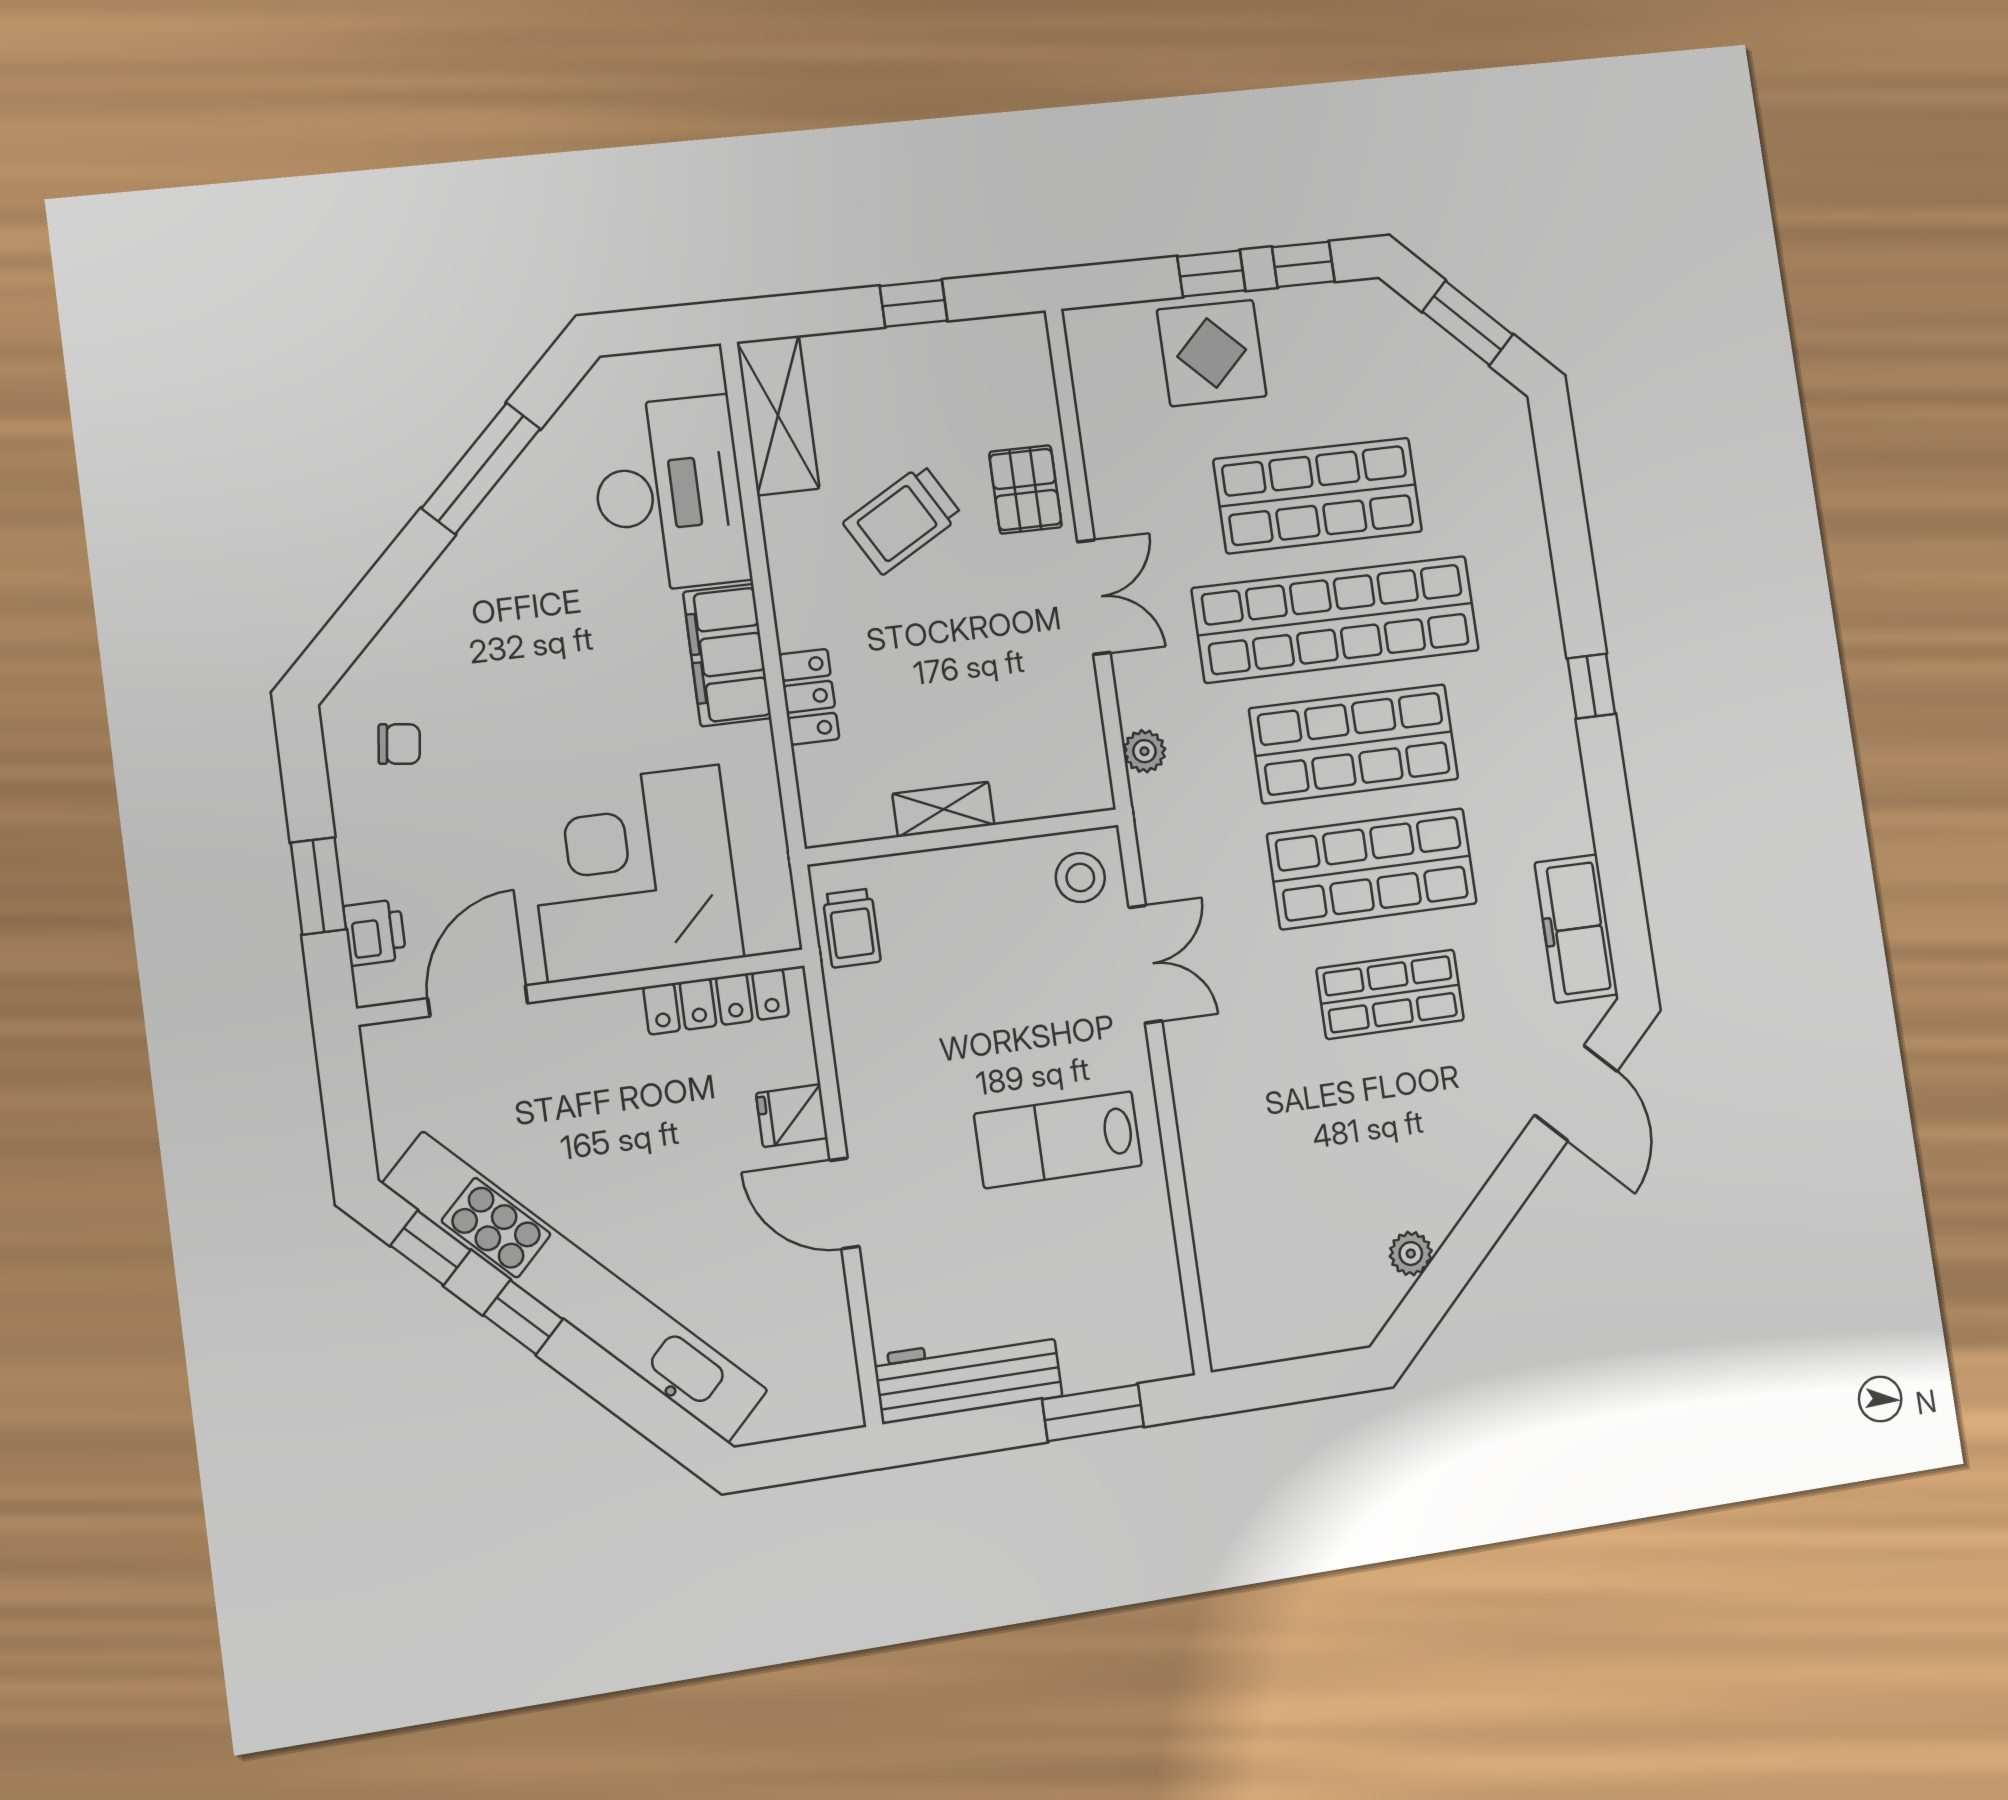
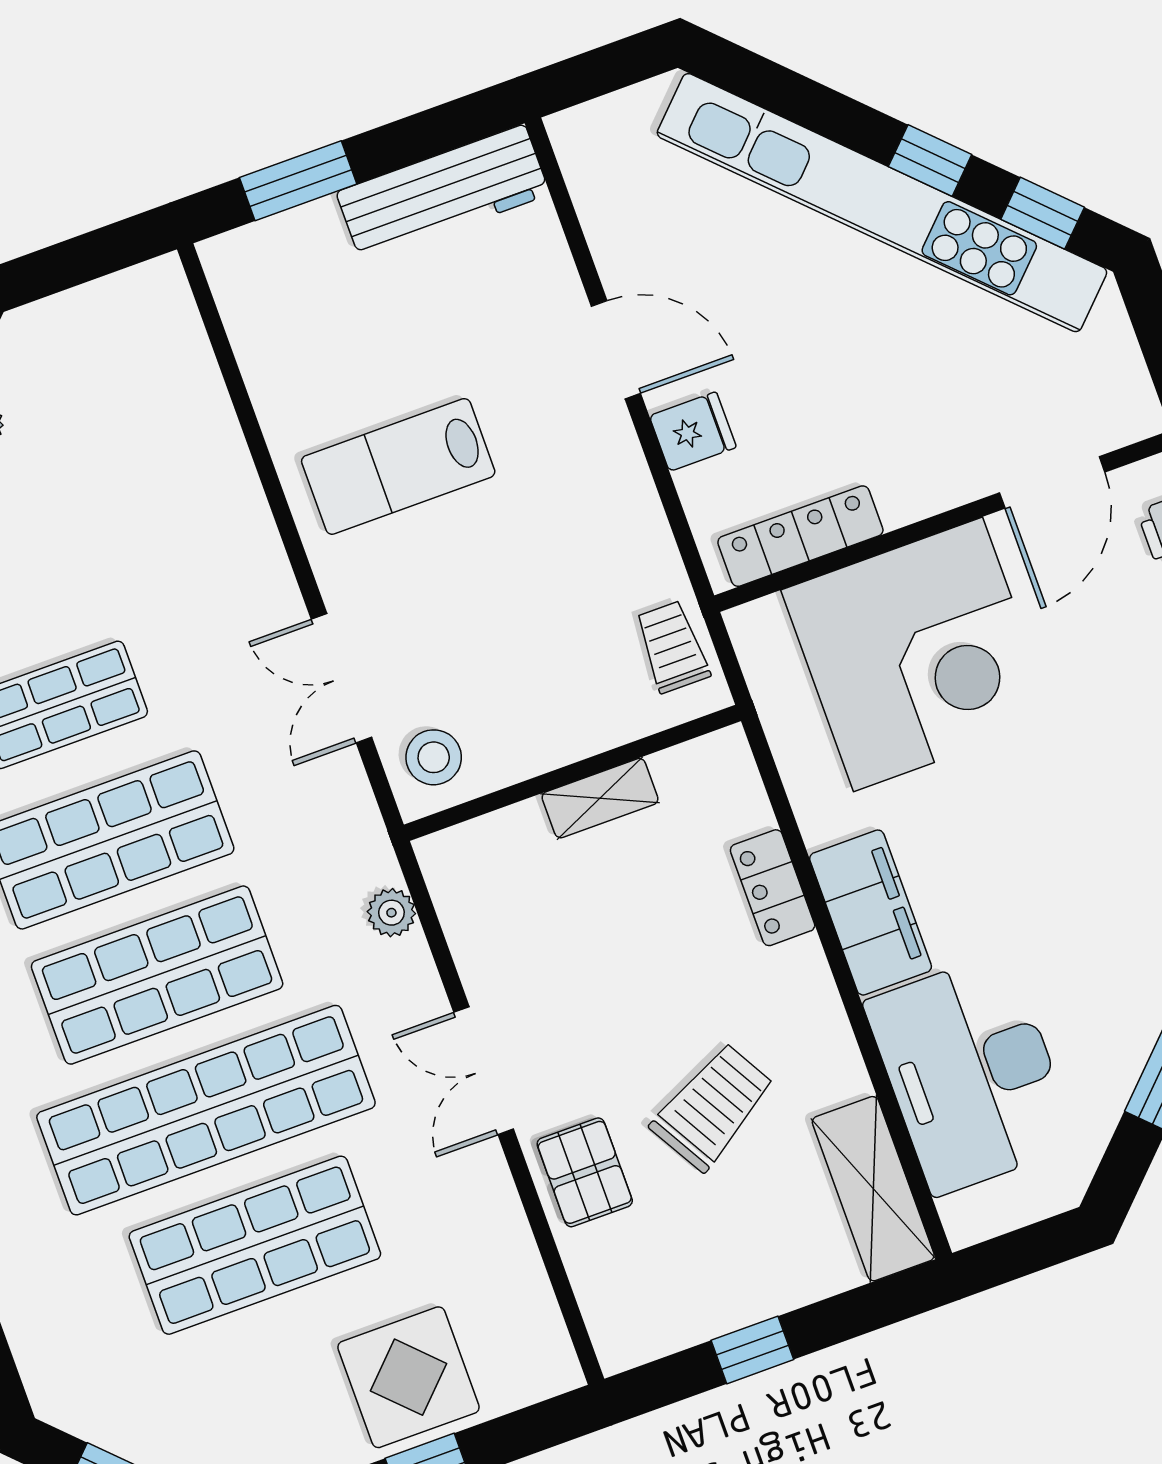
lab bench: (1058, 1140) -> (398, 466), turned 180

